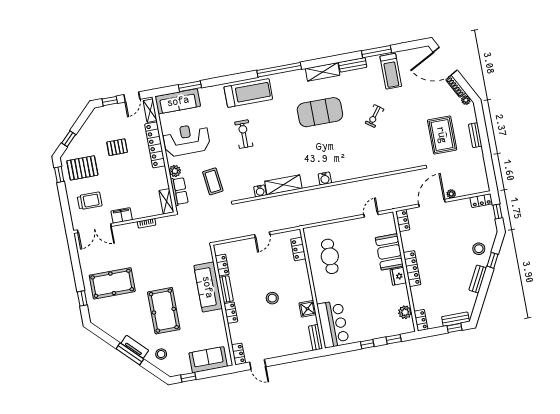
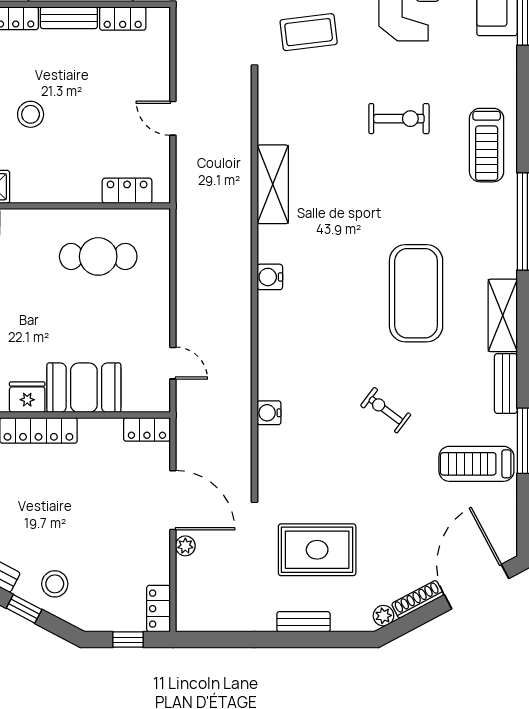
treadmill: (248, 93) -> (487, 145), width x0.73, depth x0.73
water cooler: (260, 191) -> (269, 413), moved

